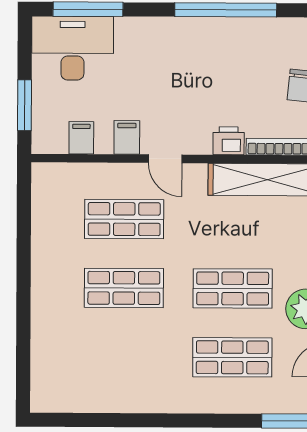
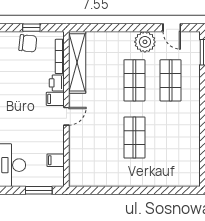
filing cabinet: (127, 137) -> (55, 99), moved
shop shelf: (124, 219) -> (98, 138), removed

